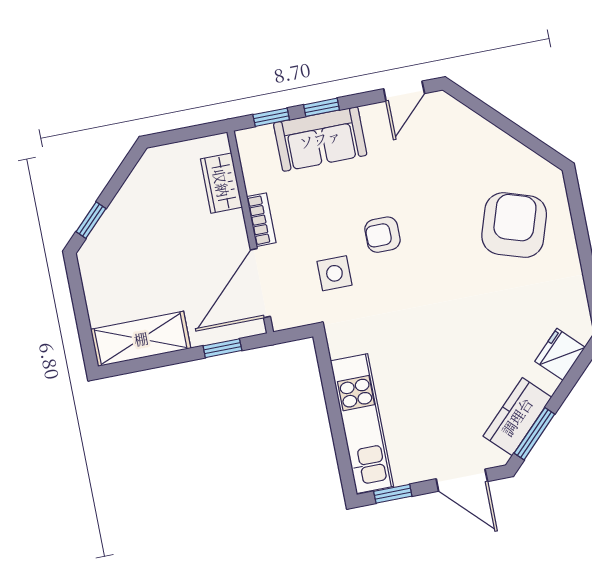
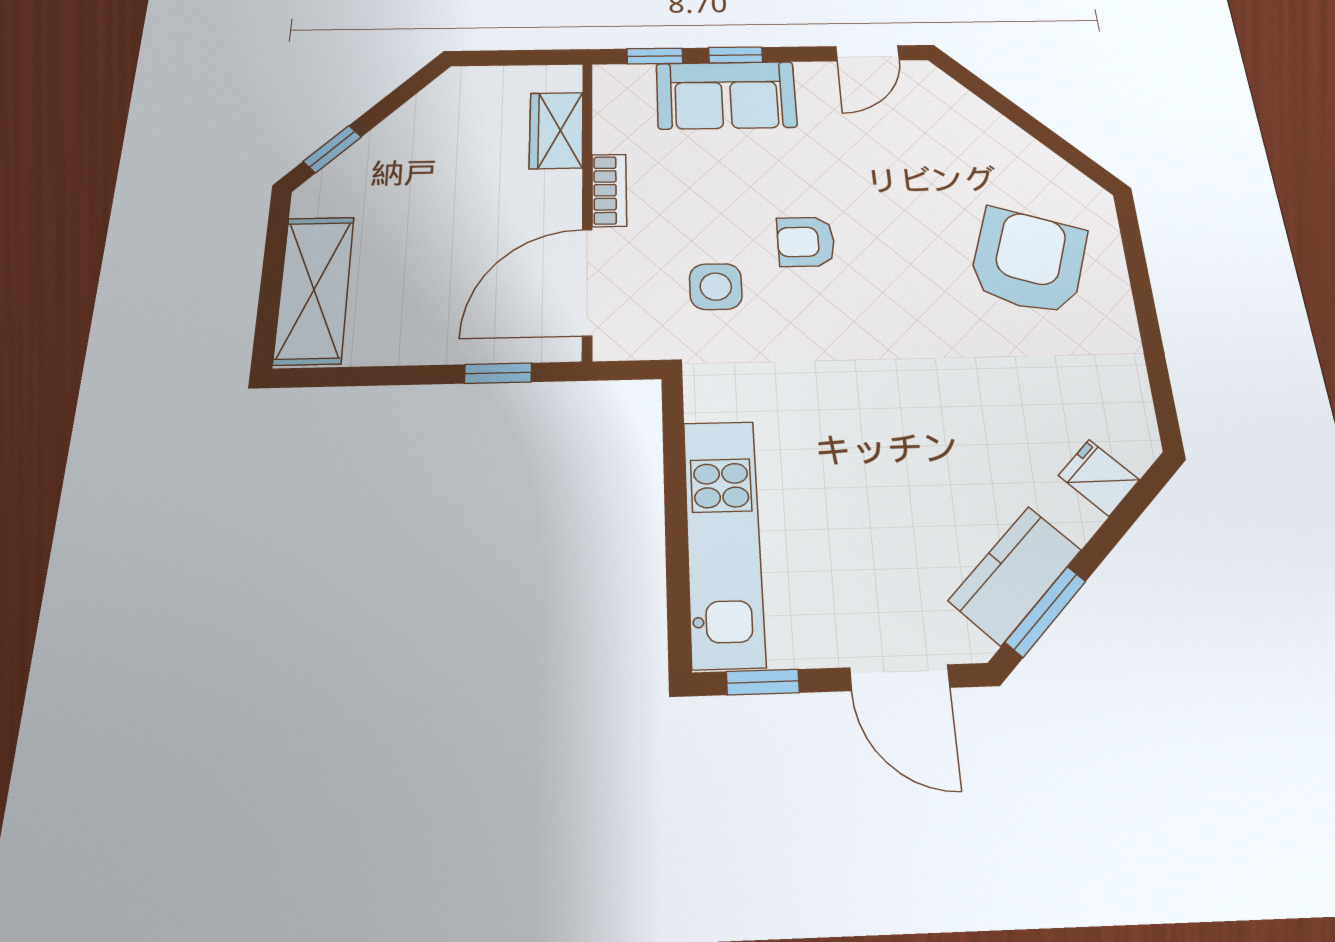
shelving: (141, 339) -> (314, 290), moved, turned 90
fridge: (560, 354) -> (1099, 478), width x0.72

